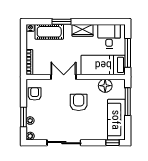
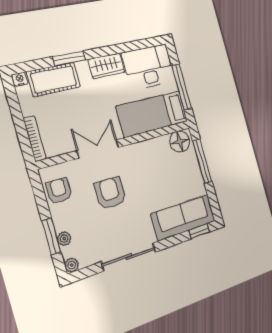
desk: (109, 36) -> (148, 67), width x1.37
floor lamp: (105, 86) -> (180, 141), moved
armchair: (79, 102) -> (110, 193), moved
sofa: (116, 120) -> (183, 217), moved, turned 90

